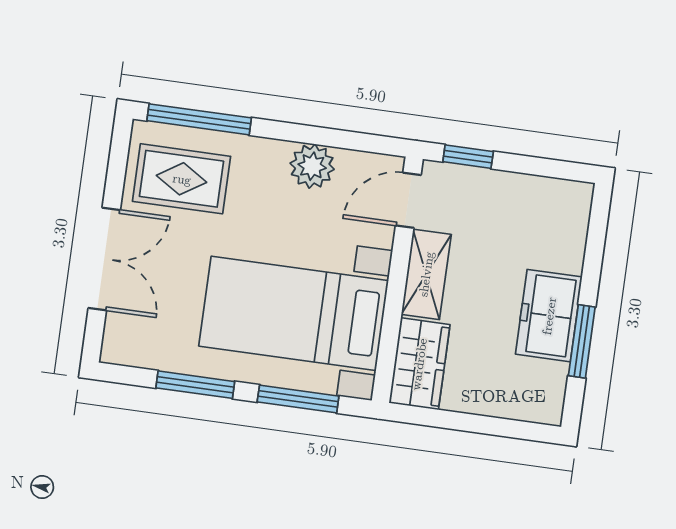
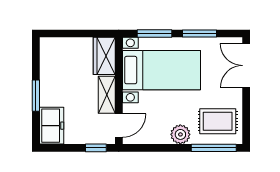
plant: (312, 166) -> (180, 134), moved
double door: (104, 259) -> (246, 66), moved
freezer: (549, 316) -> (52, 126), moved
window: (582, 341) -> (36, 96), moved

